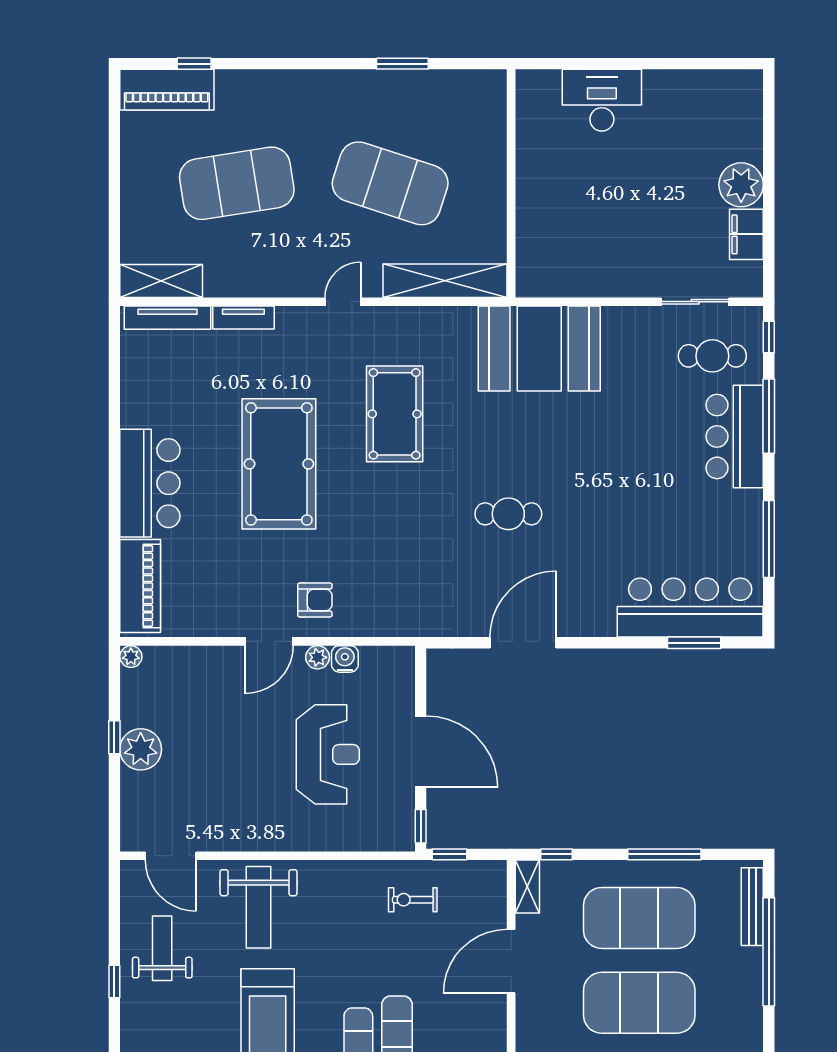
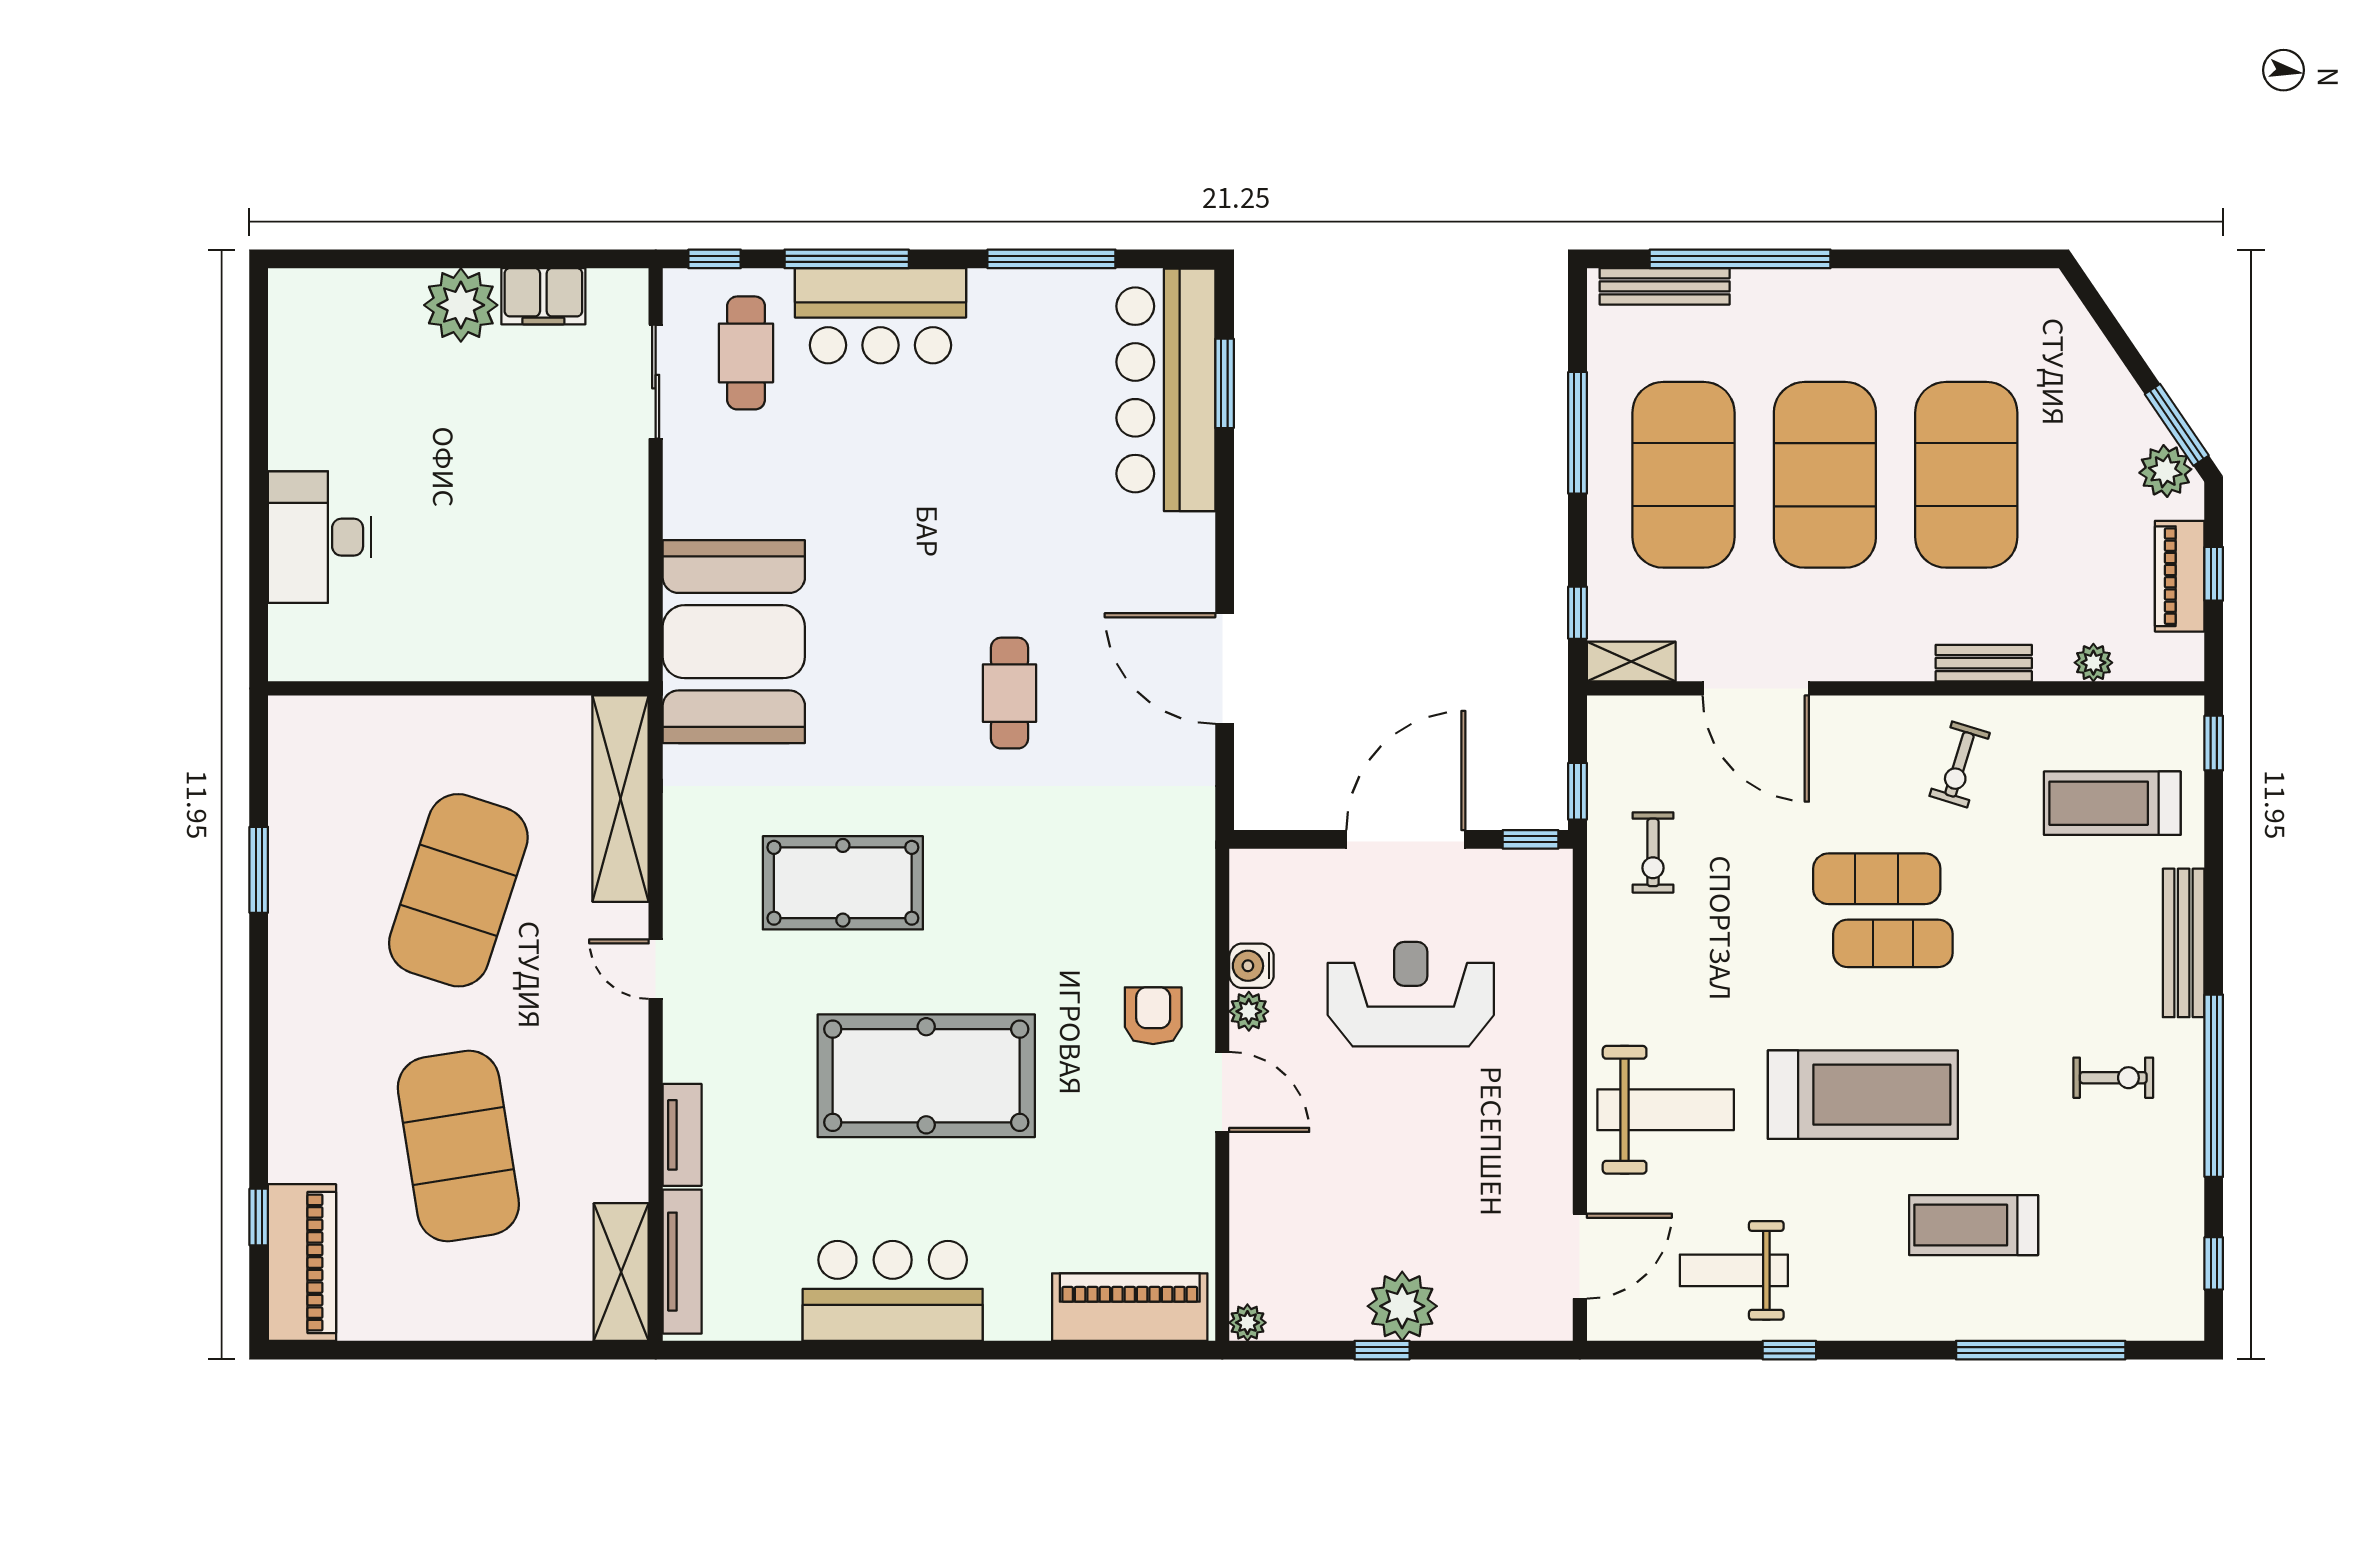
bar counter: (150, 483) -> (893, 1291), moved

